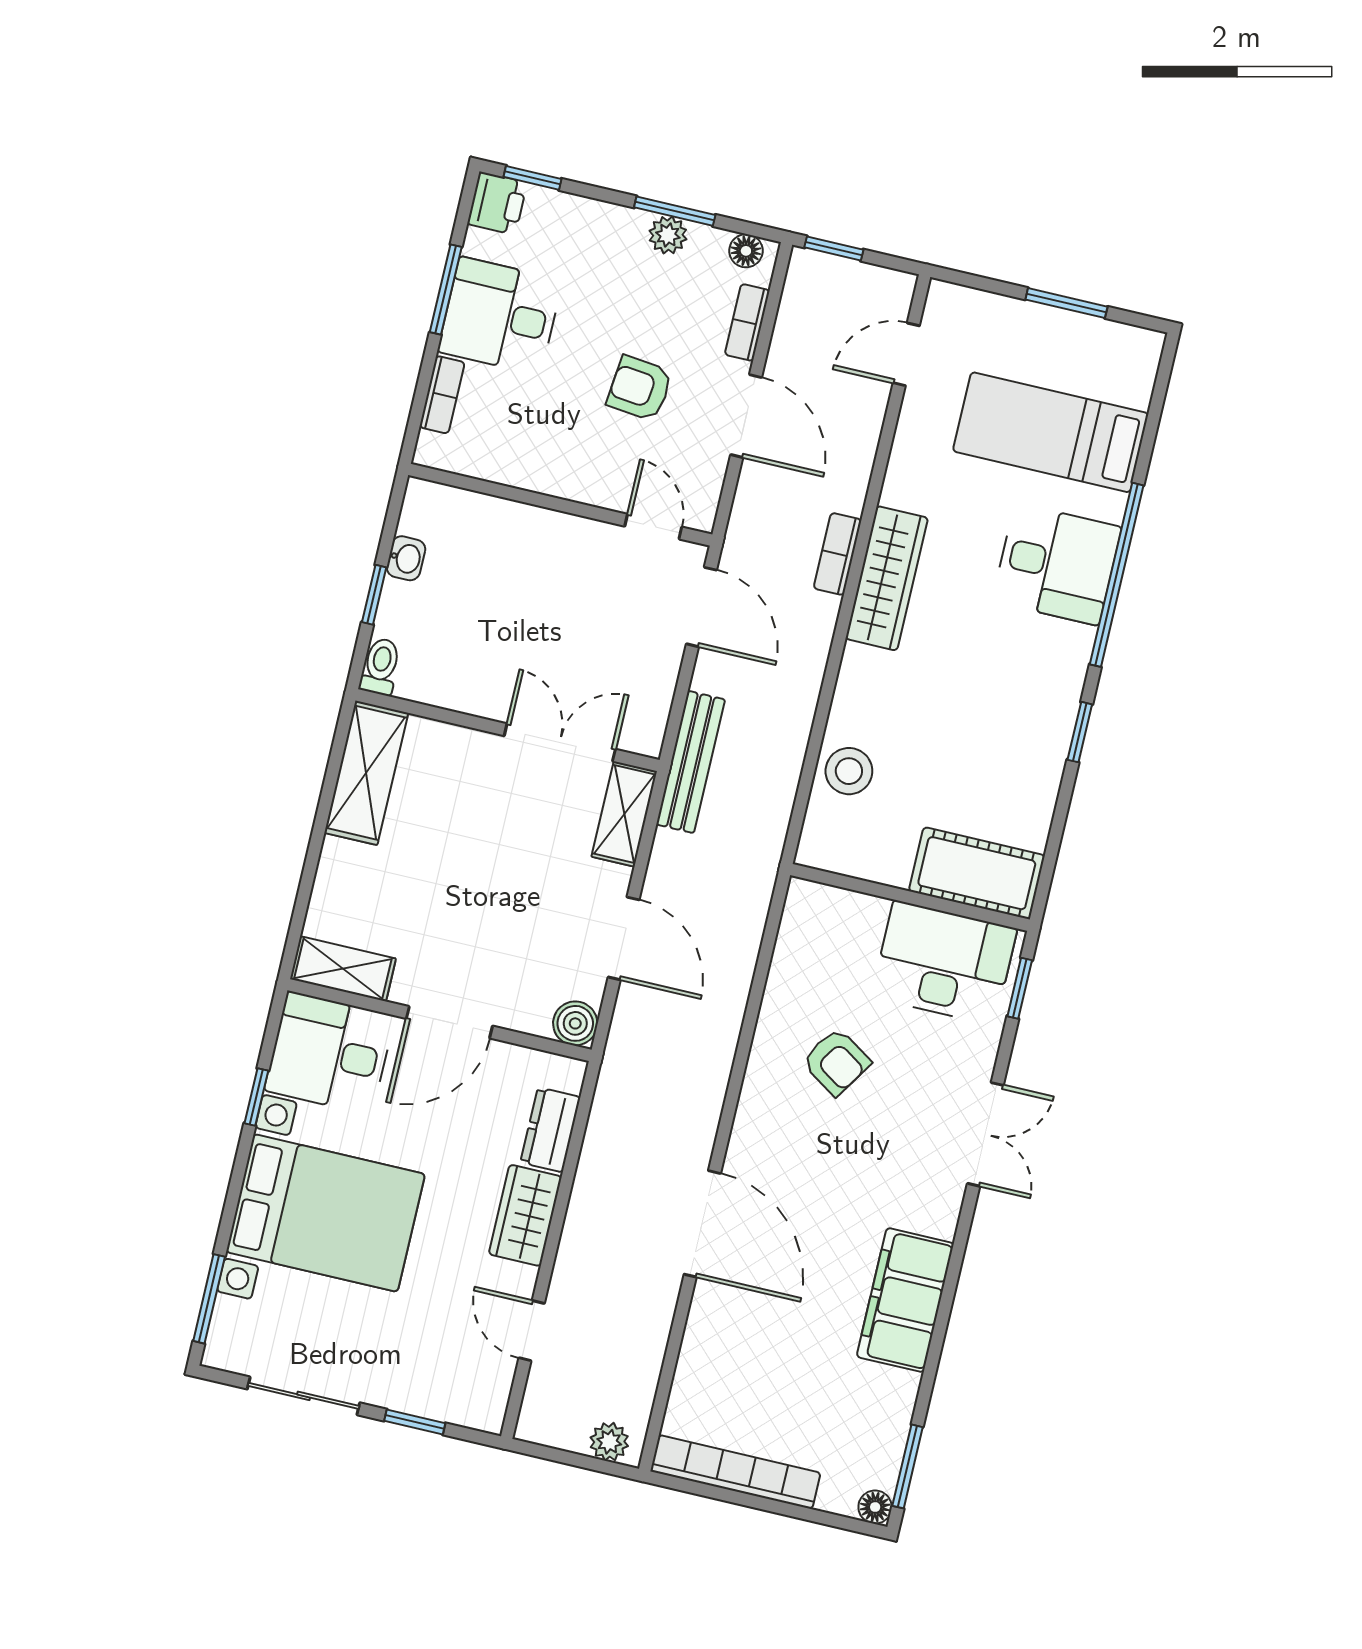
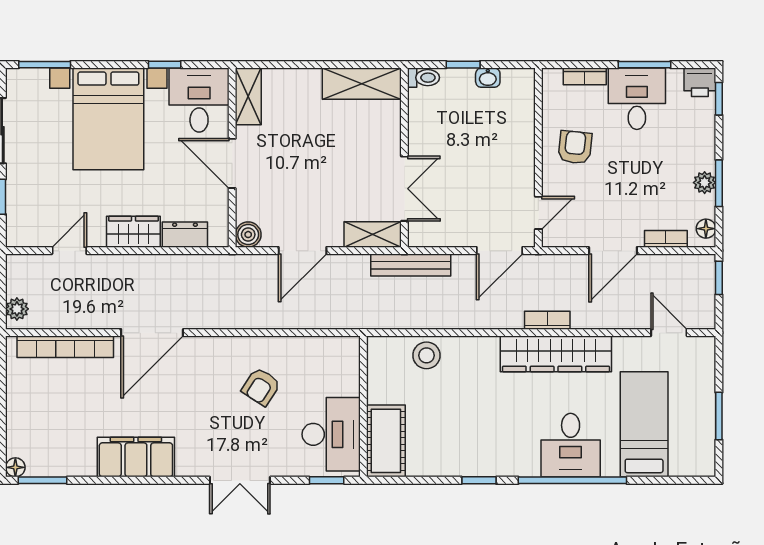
armchair: (640, 388) -> (575, 147), moved
wardrobe: (887, 578) -> (556, 354), width x1.40, depth x1.17
bookcase: (735, 1472) -> (65, 347), moved, turned 90

